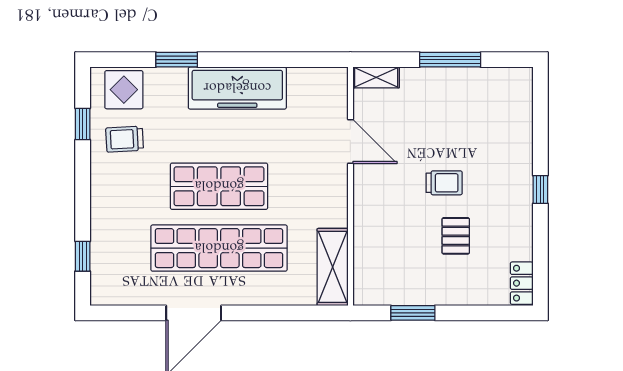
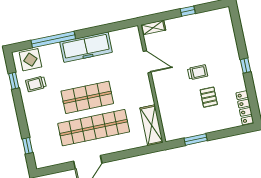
window: (177, 60) -> (53, 39), width x2.11
window: (450, 60) -> (188, 11), width x0.46
locker: (522, 283) -> (245, 108), width x1.53

